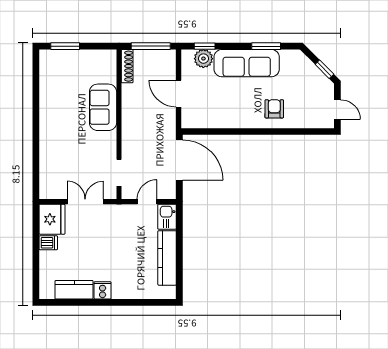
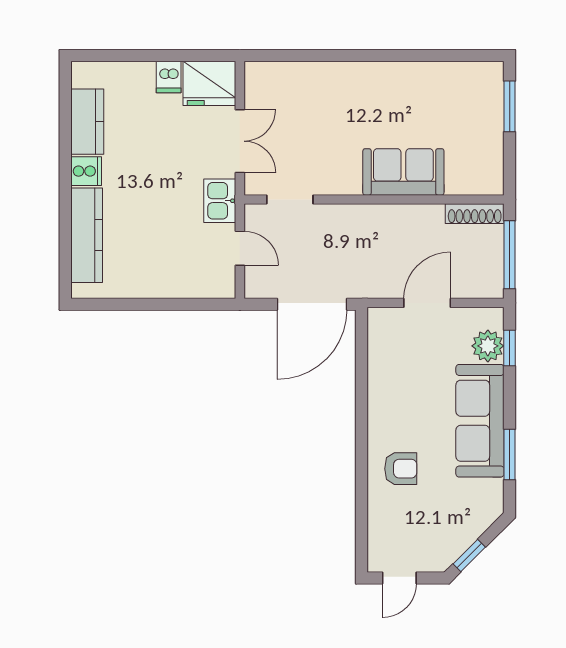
kitchen sink: (167, 217) -> (220, 201), moved, turned -90
kitchen counter: (167, 258) -> (87, 235), moved, turned 90

